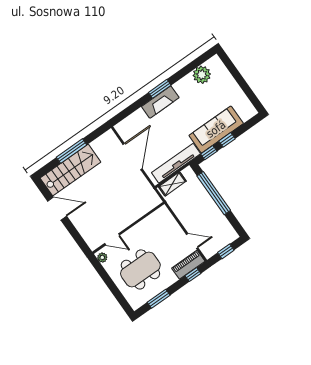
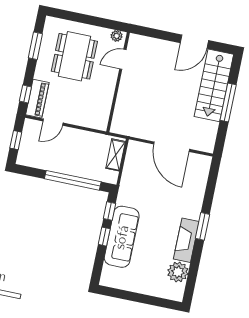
fireplace: (160, 102) -> (186, 240), moved
tv unit: (176, 163) -> (129, 176), removed

